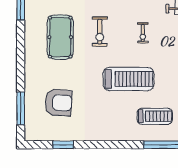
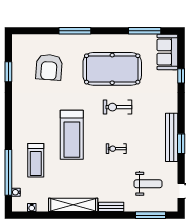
pool table: (60, 37) -> (112, 69), width x1.36, depth x1.32
window: (21, 108) -> (75, 31), moved

